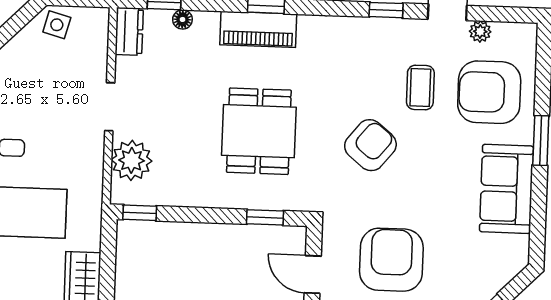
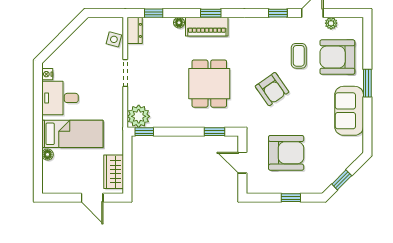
floor lamp: (182, 19) -> (179, 23), moved
side table: (57, 25) -> (114, 39), moved
armchair: (370, 145) -> (272, 89), turned 106
plant: (132, 160) -> (139, 116), moved
armchair: (391, 260) -> (286, 153), turned 90

